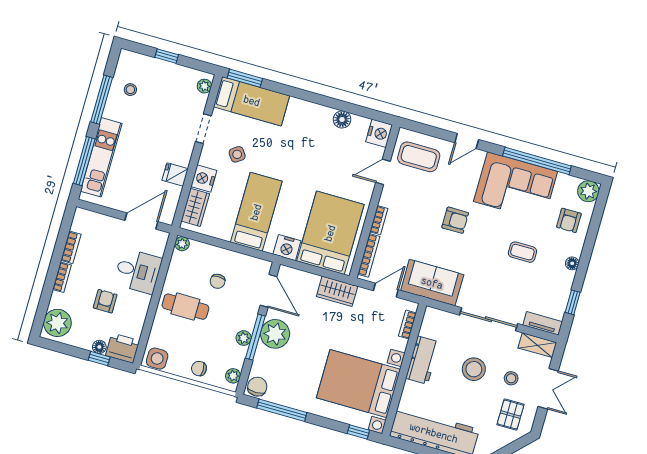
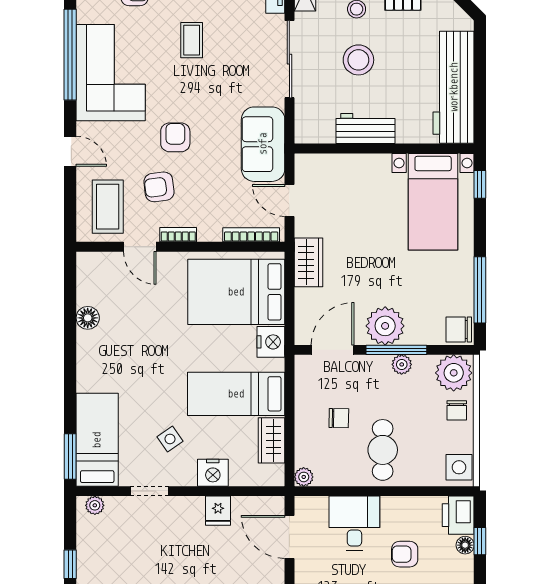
nightstand: (379, 133) -> (92, 266), removed
armchair: (423, 198) -> (159, 187), added
wardrobe: (195, 207) -> (271, 440), moved, turned -90
bookcase: (379, 220) -> (178, 235), moved
bookcase: (407, 325) -> (325, 161), removed
plant: (233, 376) -> (454, 373), width x1.88, depth x1.88
bed with nightstands: (358, 384) -> (433, 202), width x0.73

